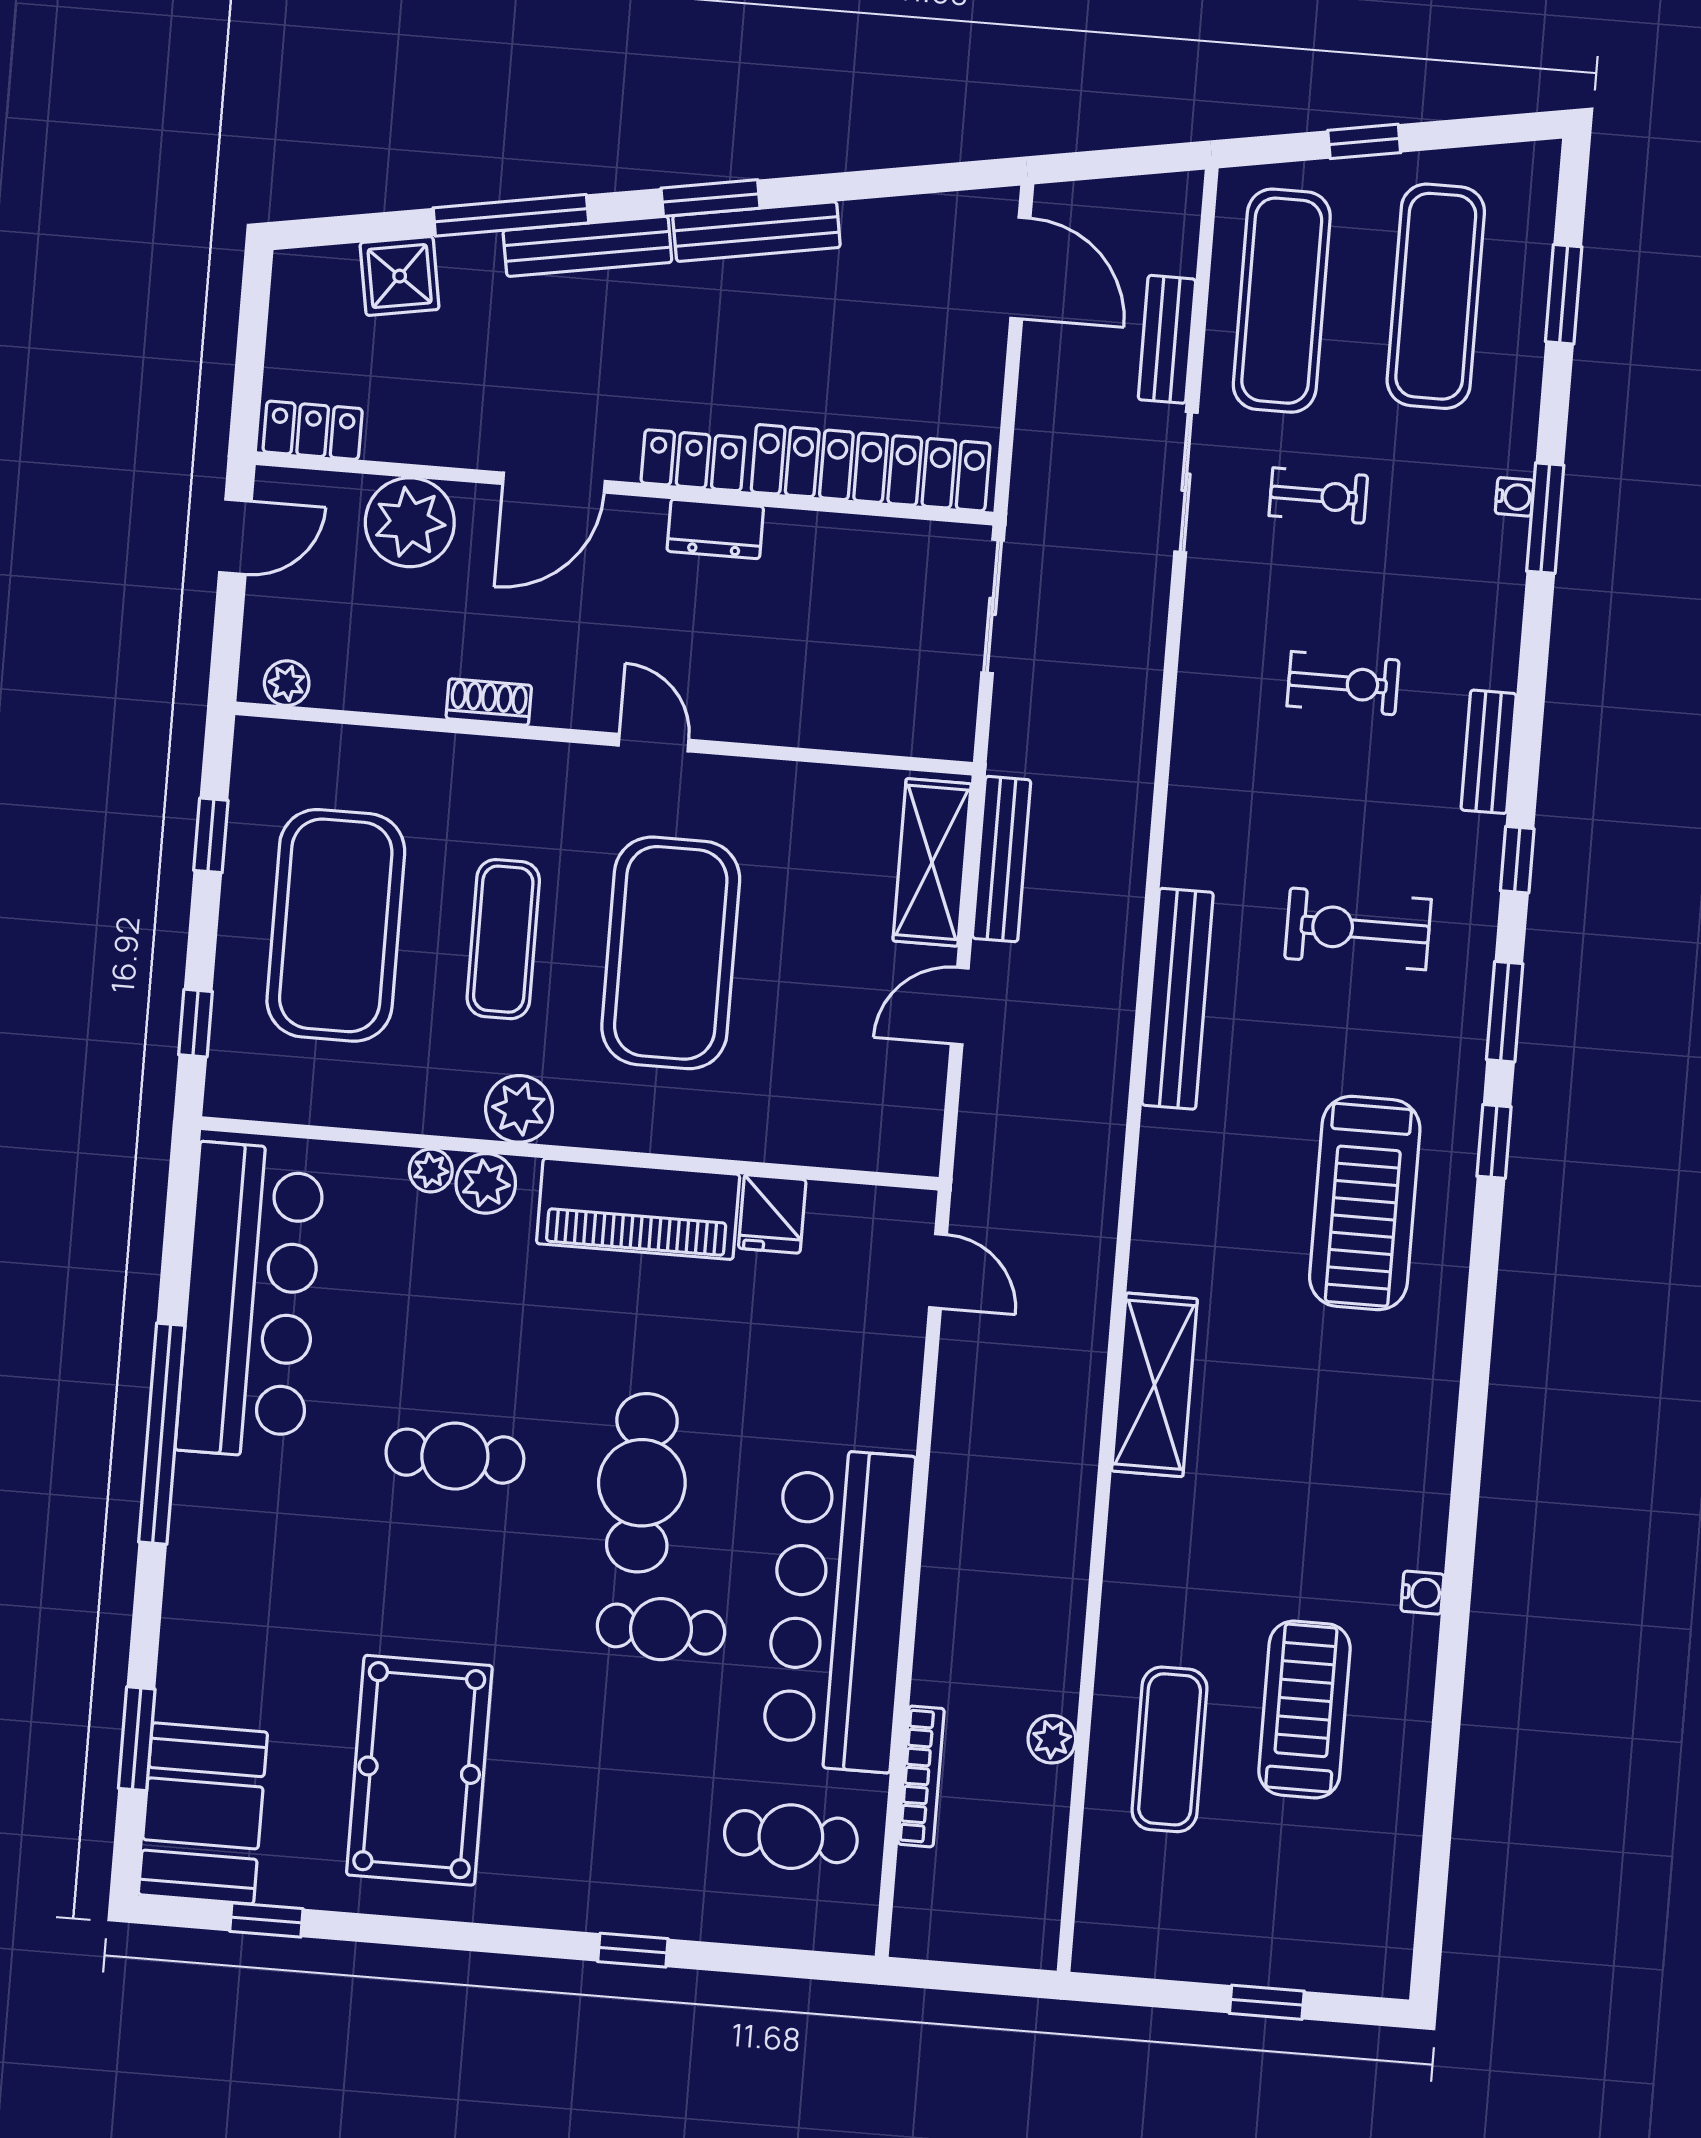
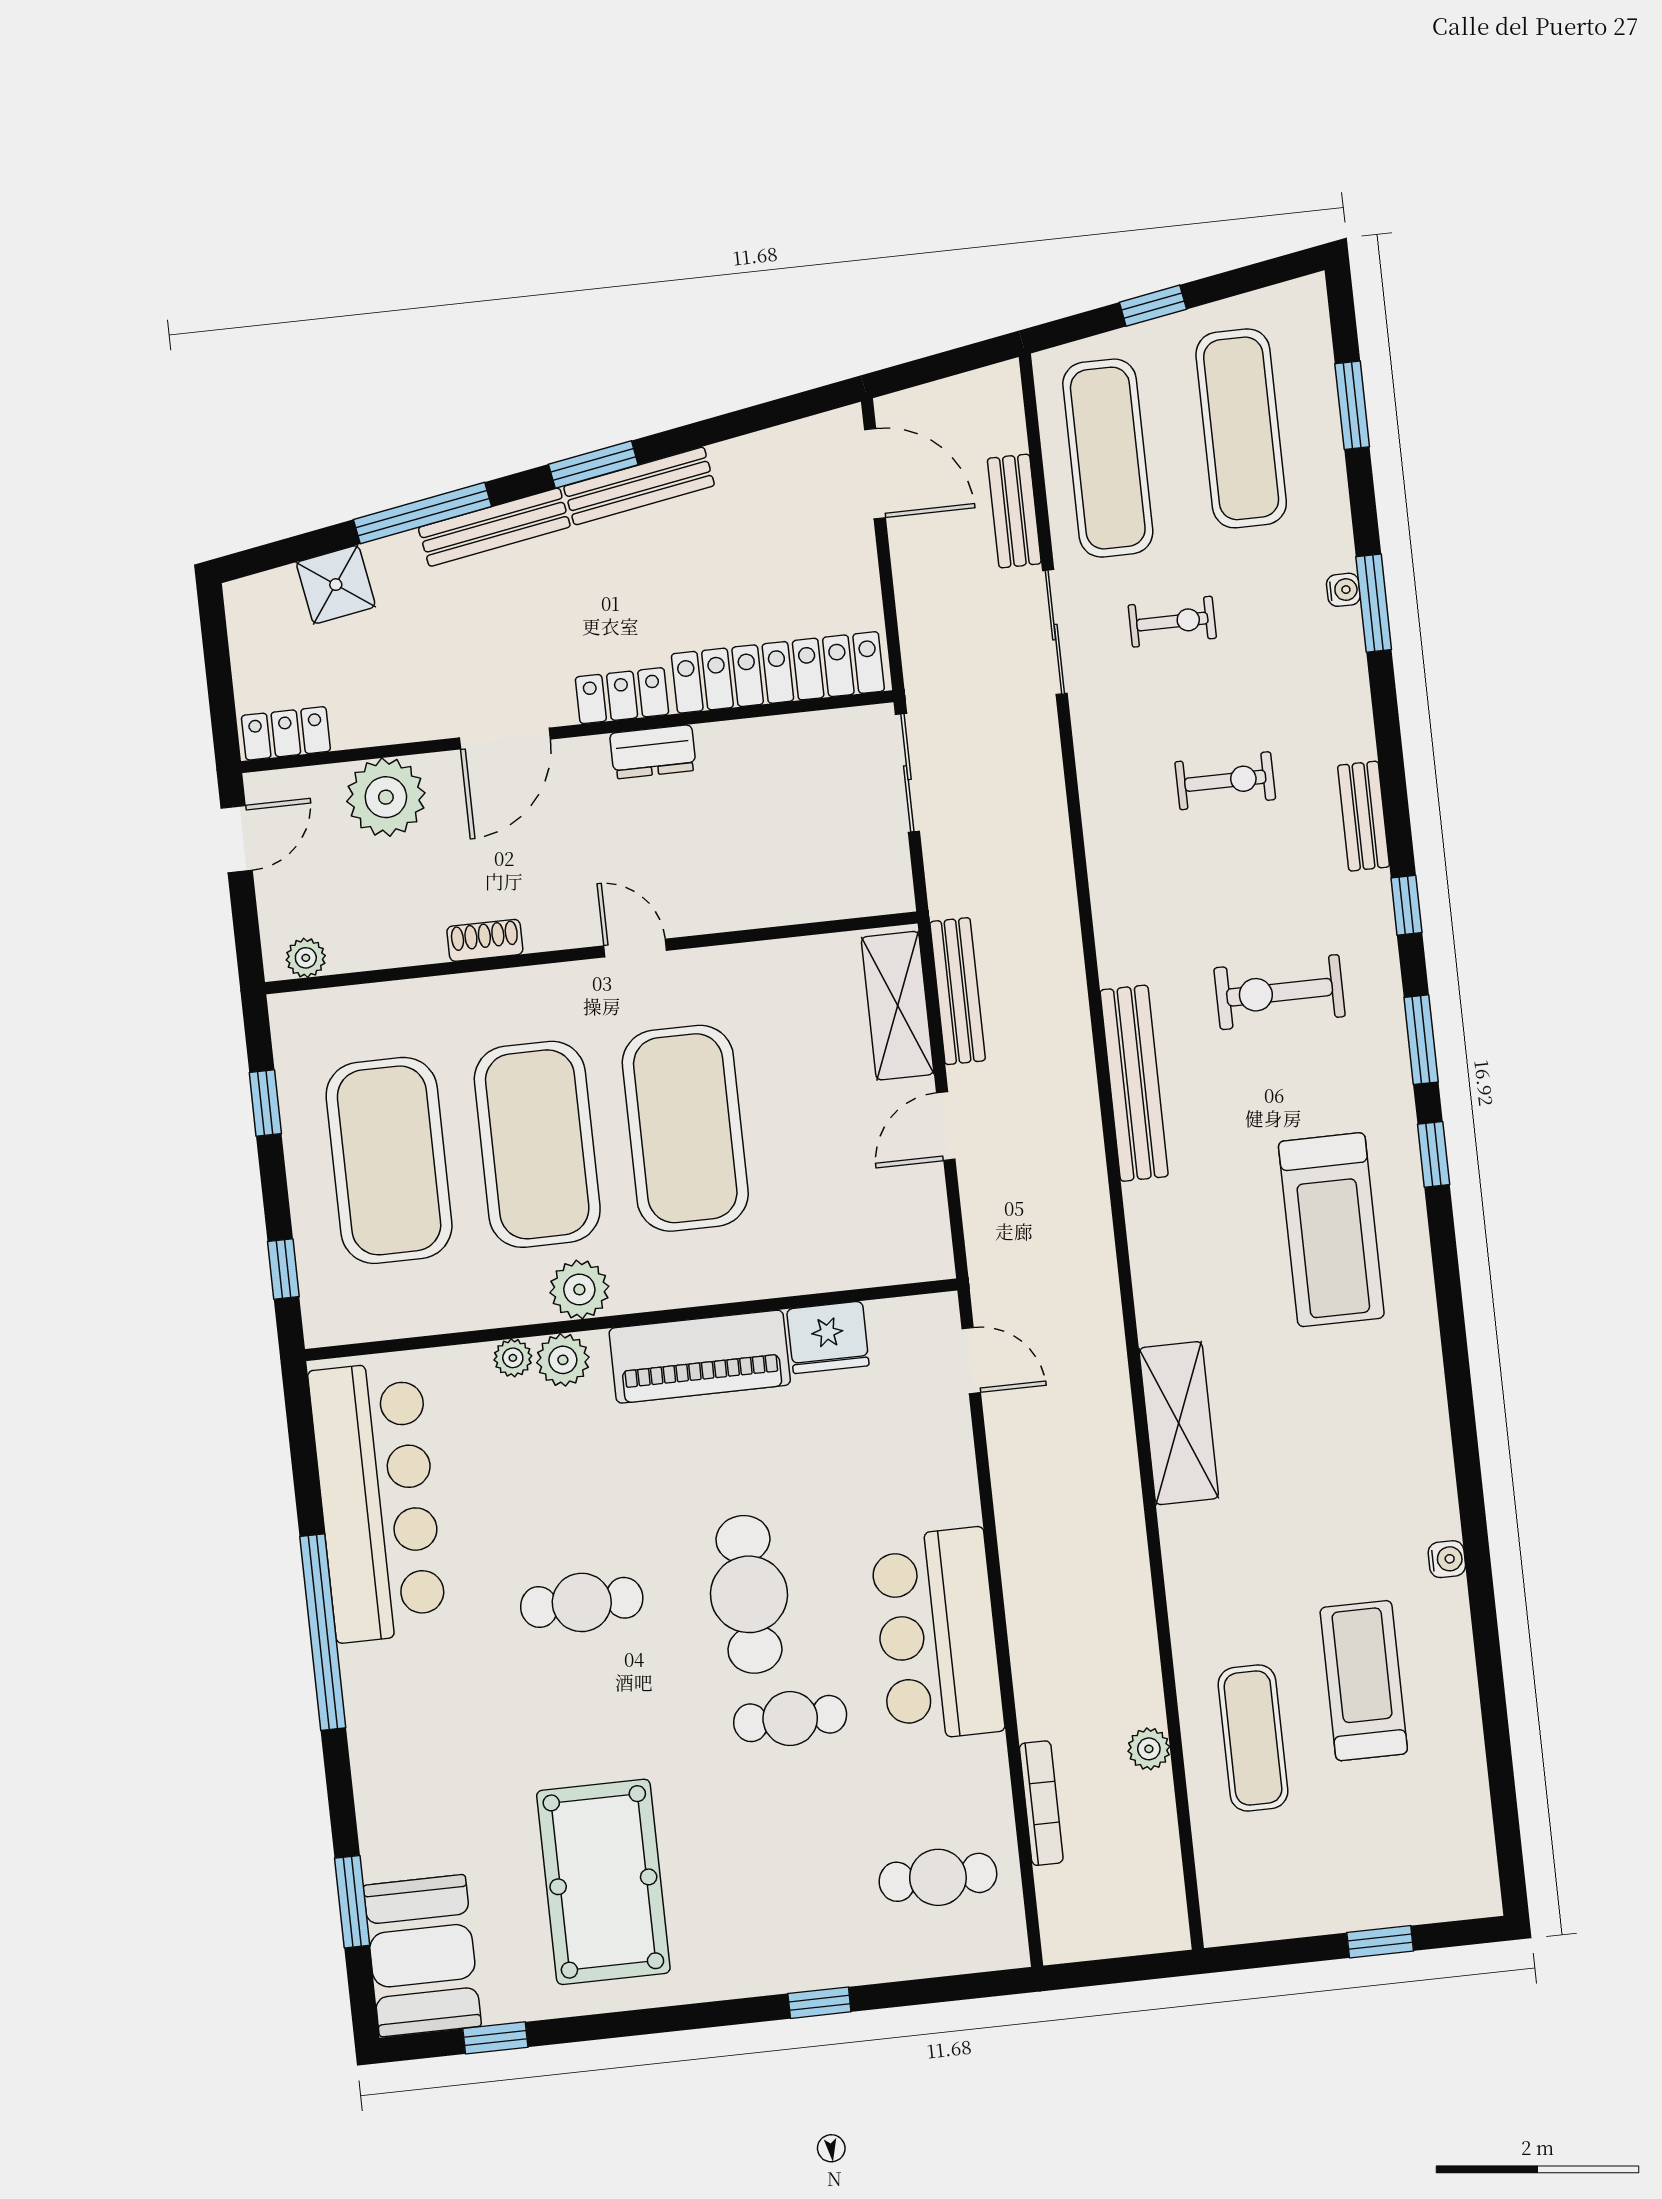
exercise mat: (503, 939) -> (537, 1144), width x2.00, depth x1.45
fridge: (772, 1214) -> (828, 1337), width x1.38
bar counter: (838, 1610) -> (937, 1635), width x0.73

